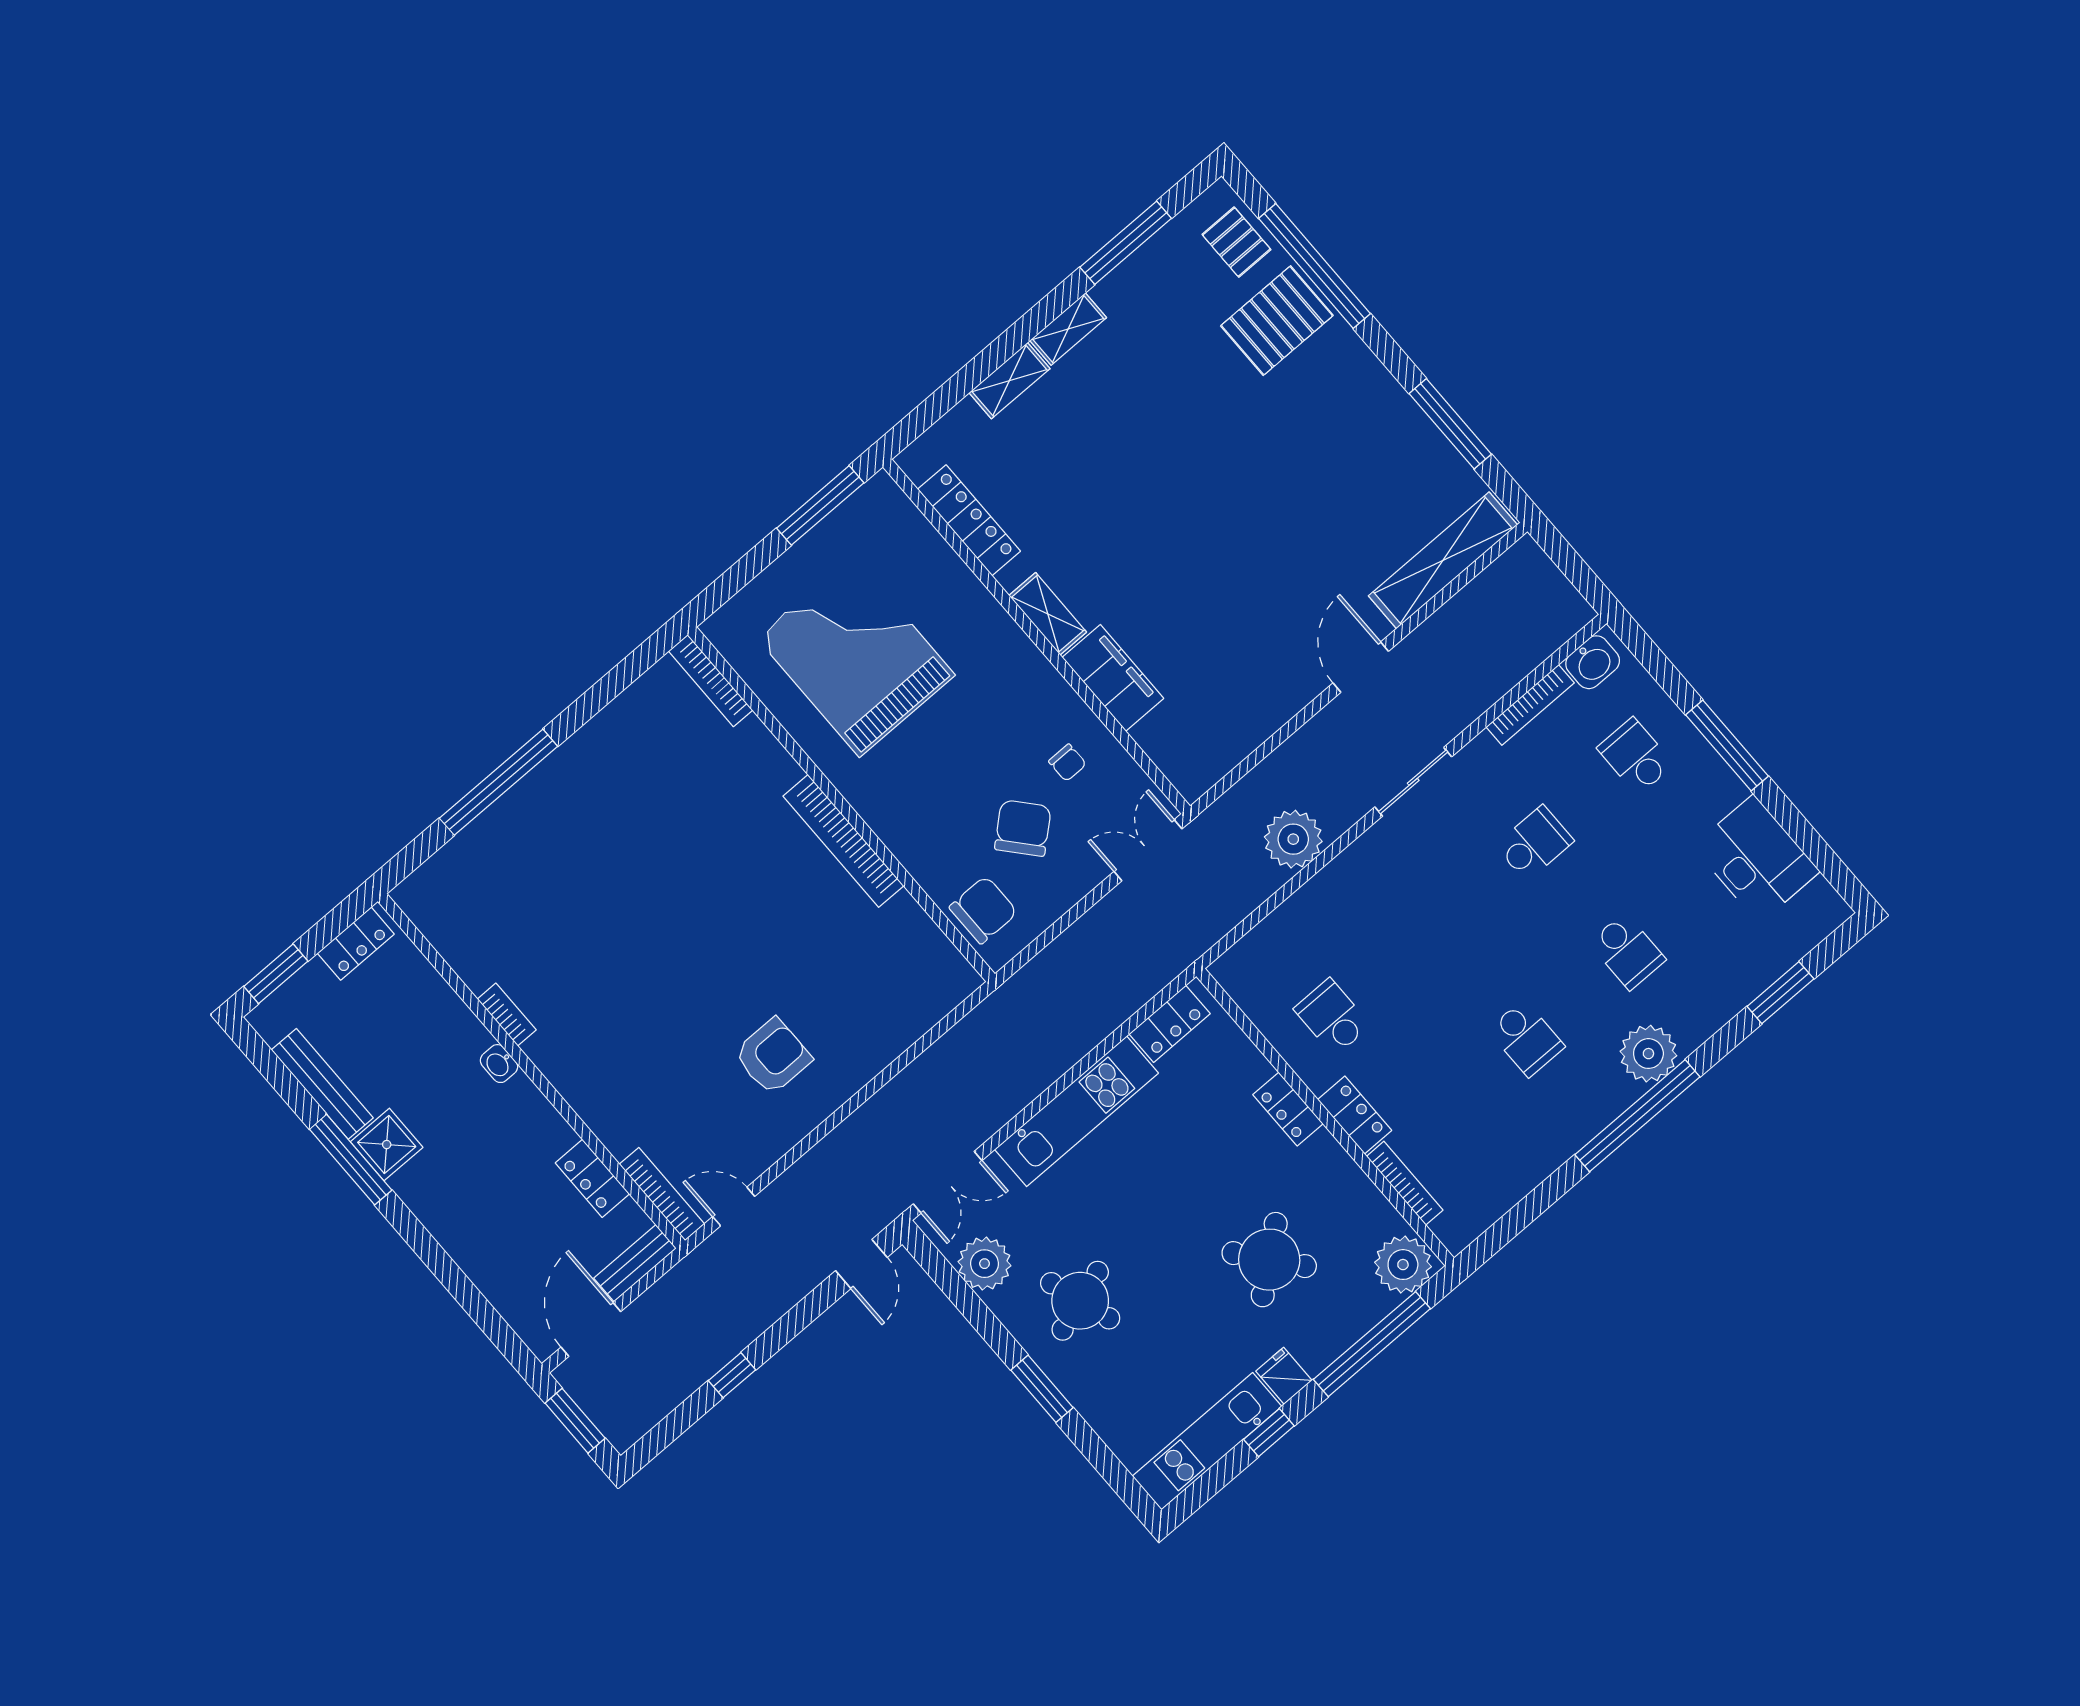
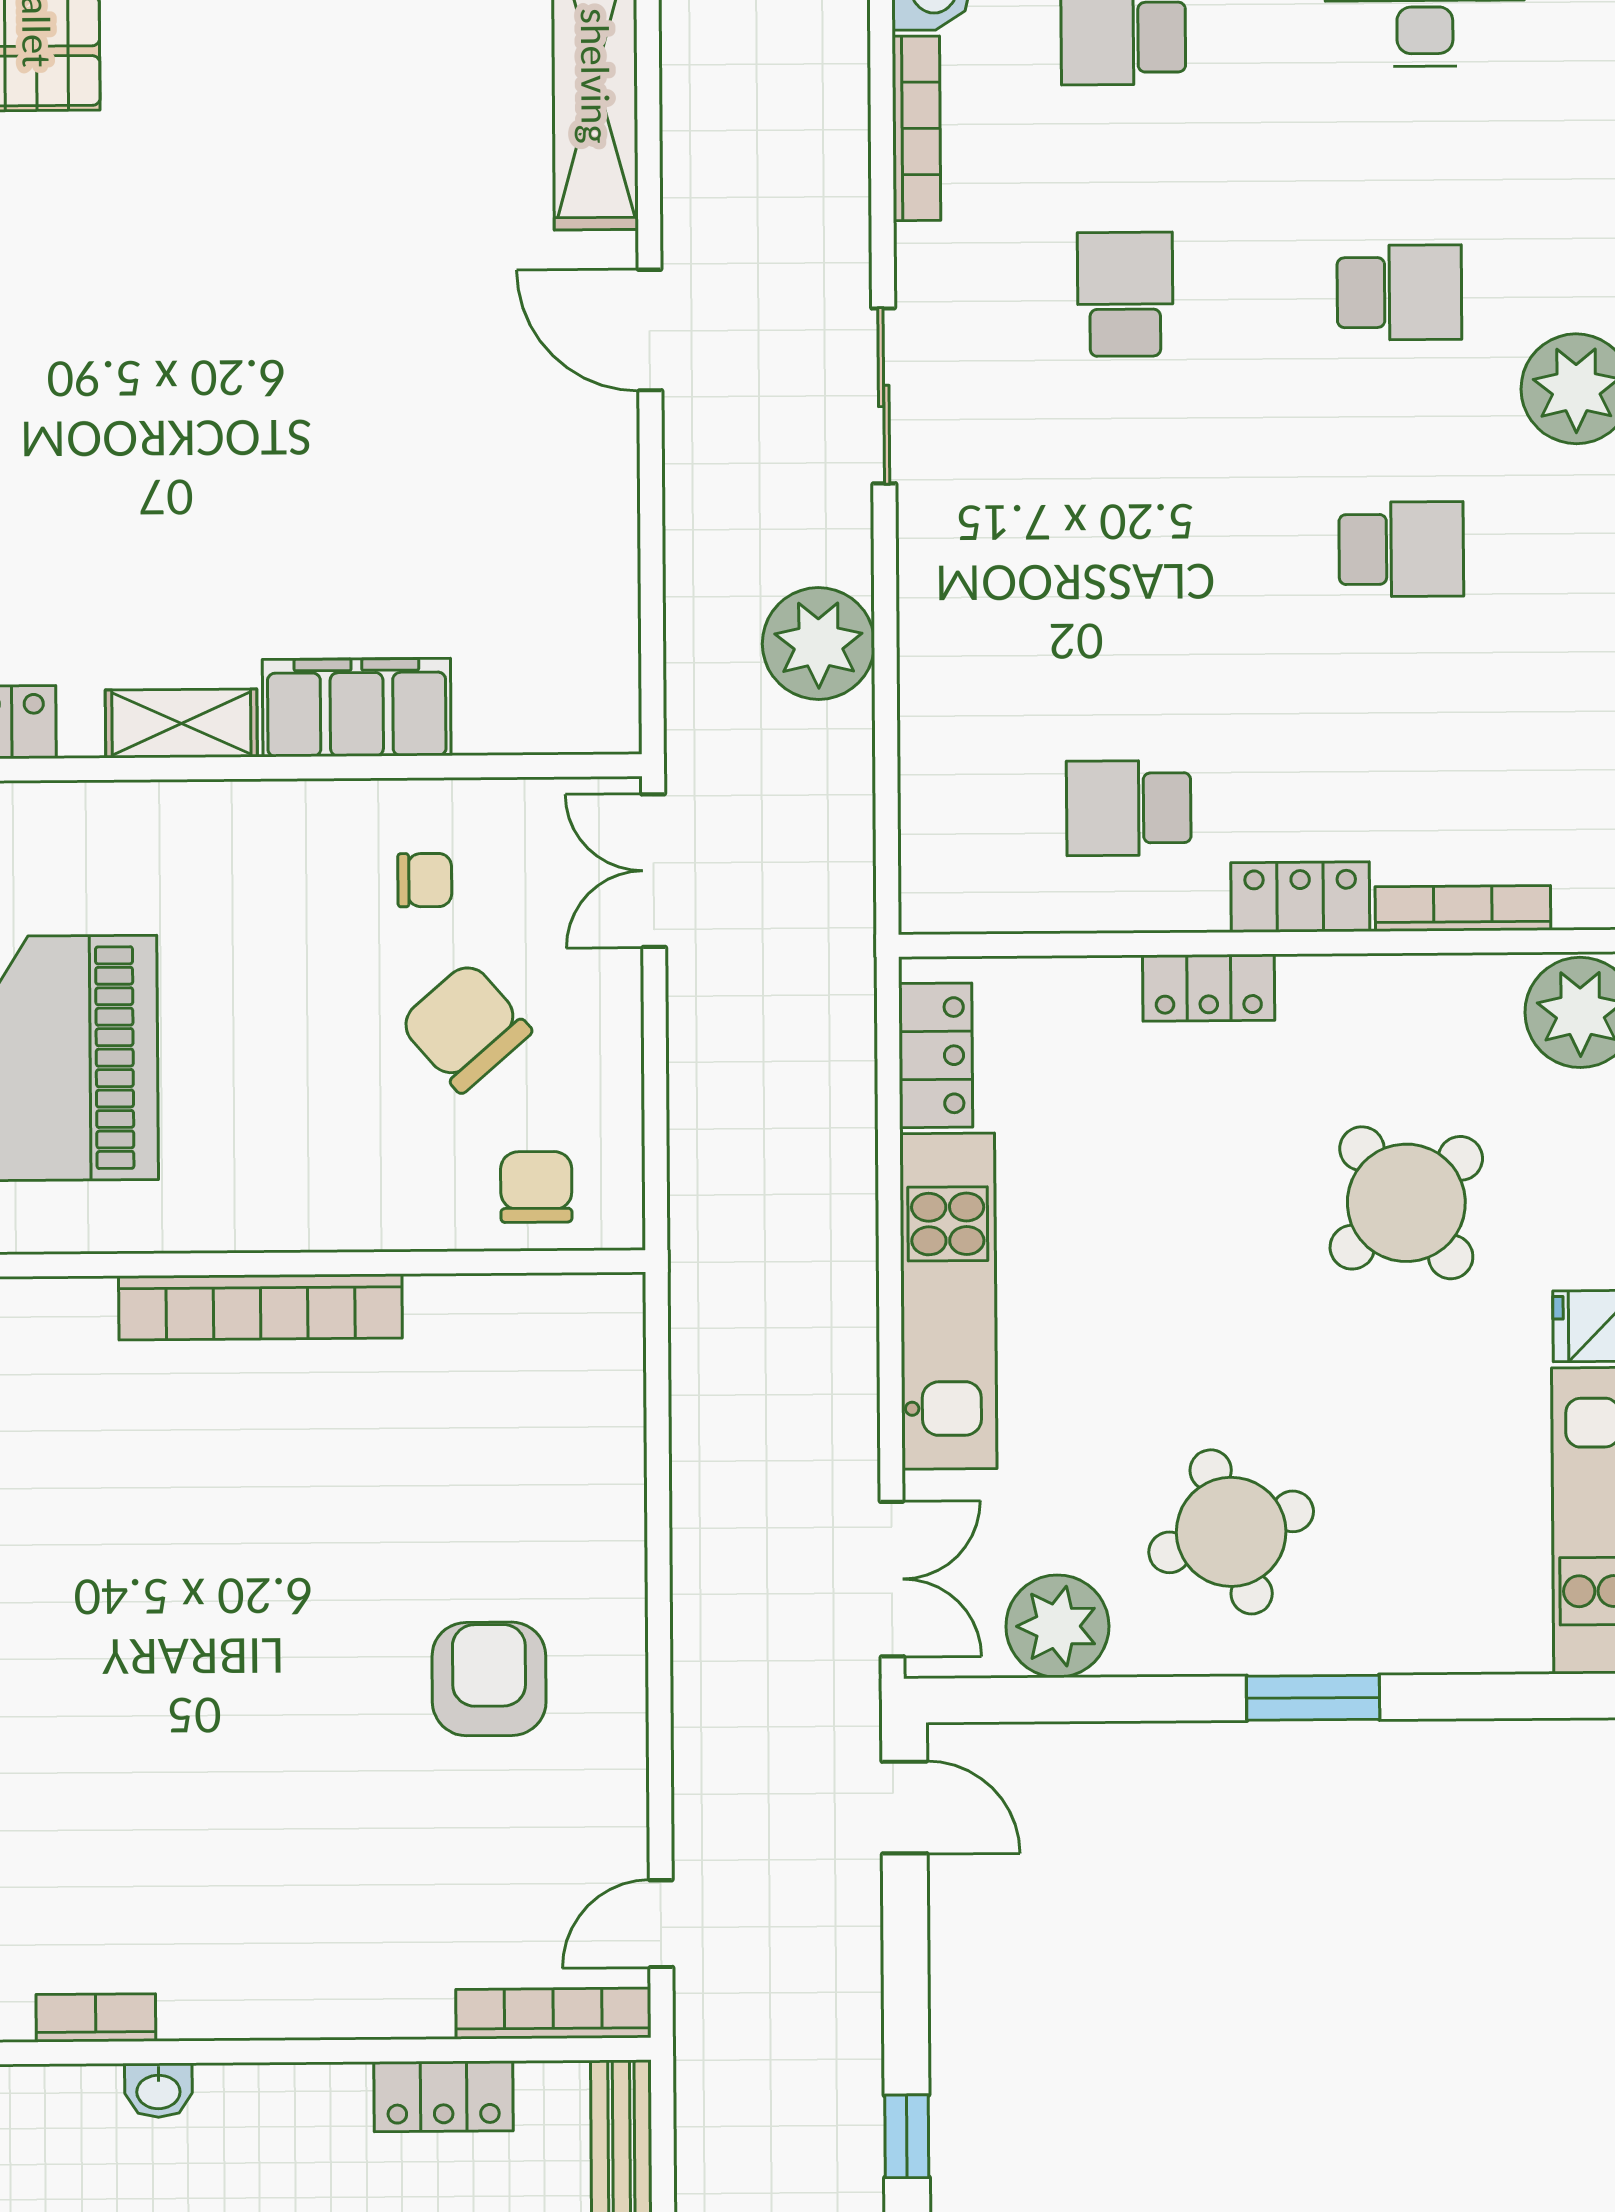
chair: (983, 910) -> (536, 1187), width x0.73, depth x0.73

